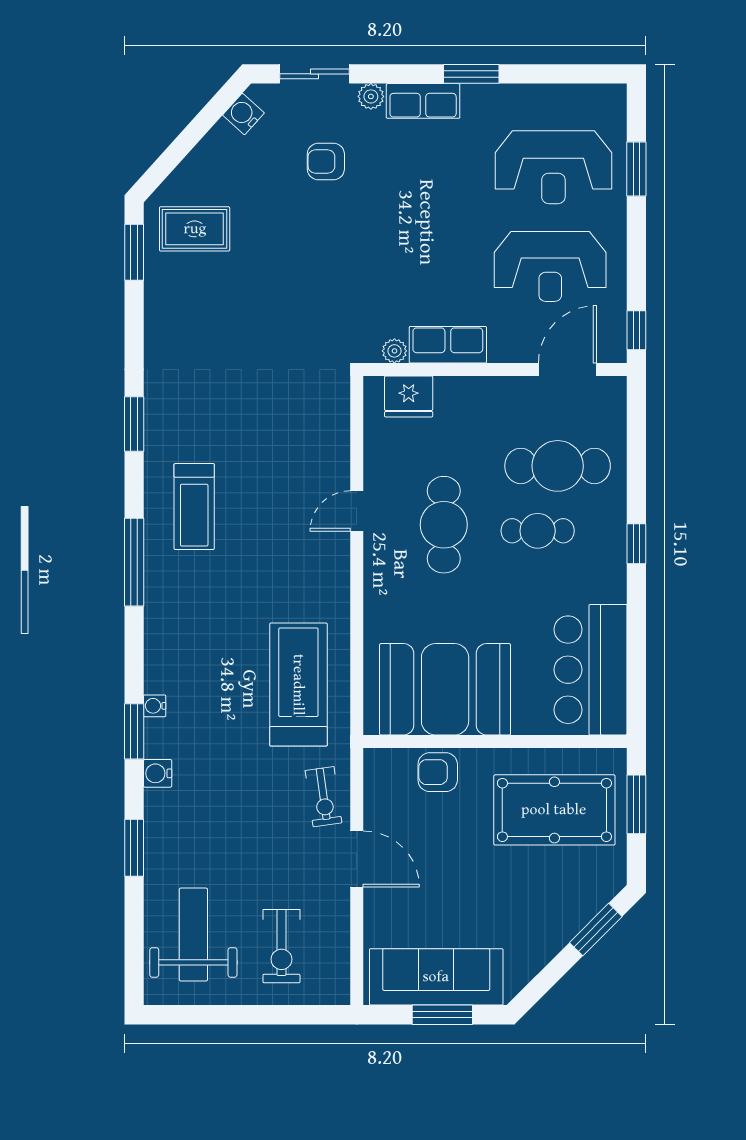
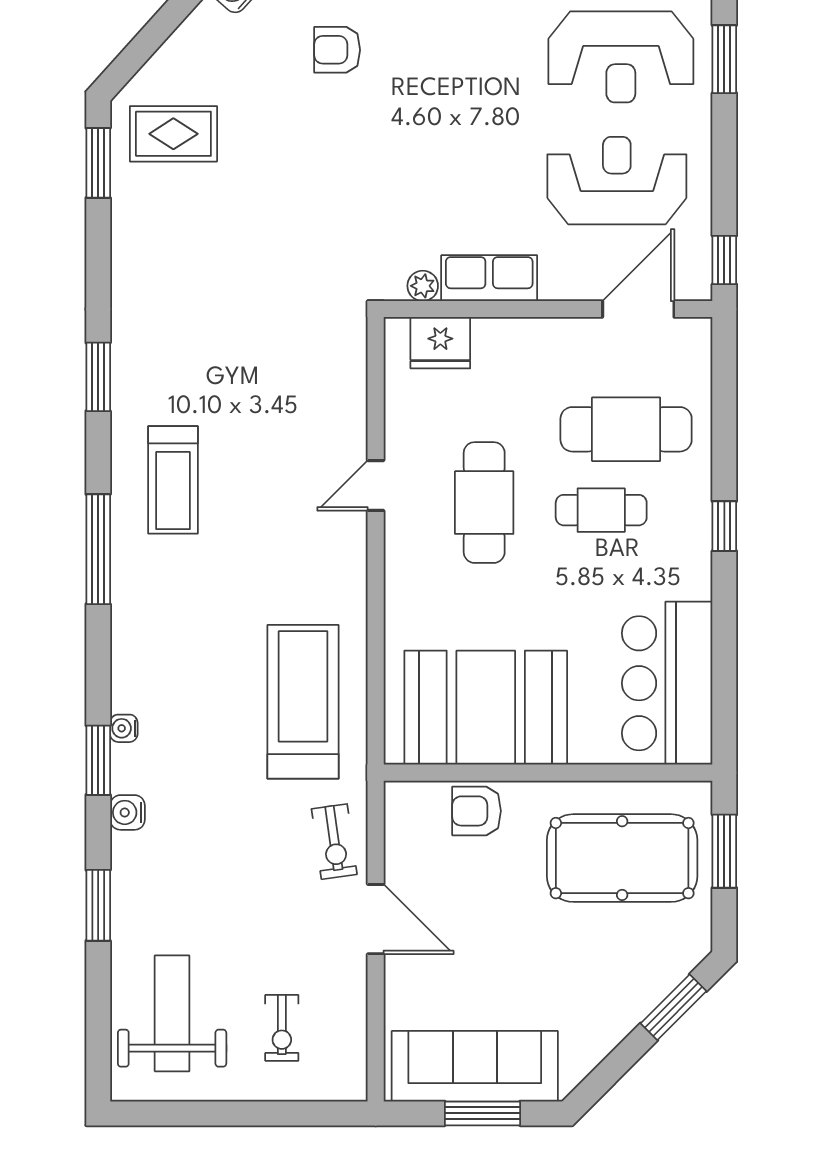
reception desk: (550, 266) -> (617, 181), turned 180
exercise bike: (281, 946) -> (282, 1028), width x0.73, depth x0.72

